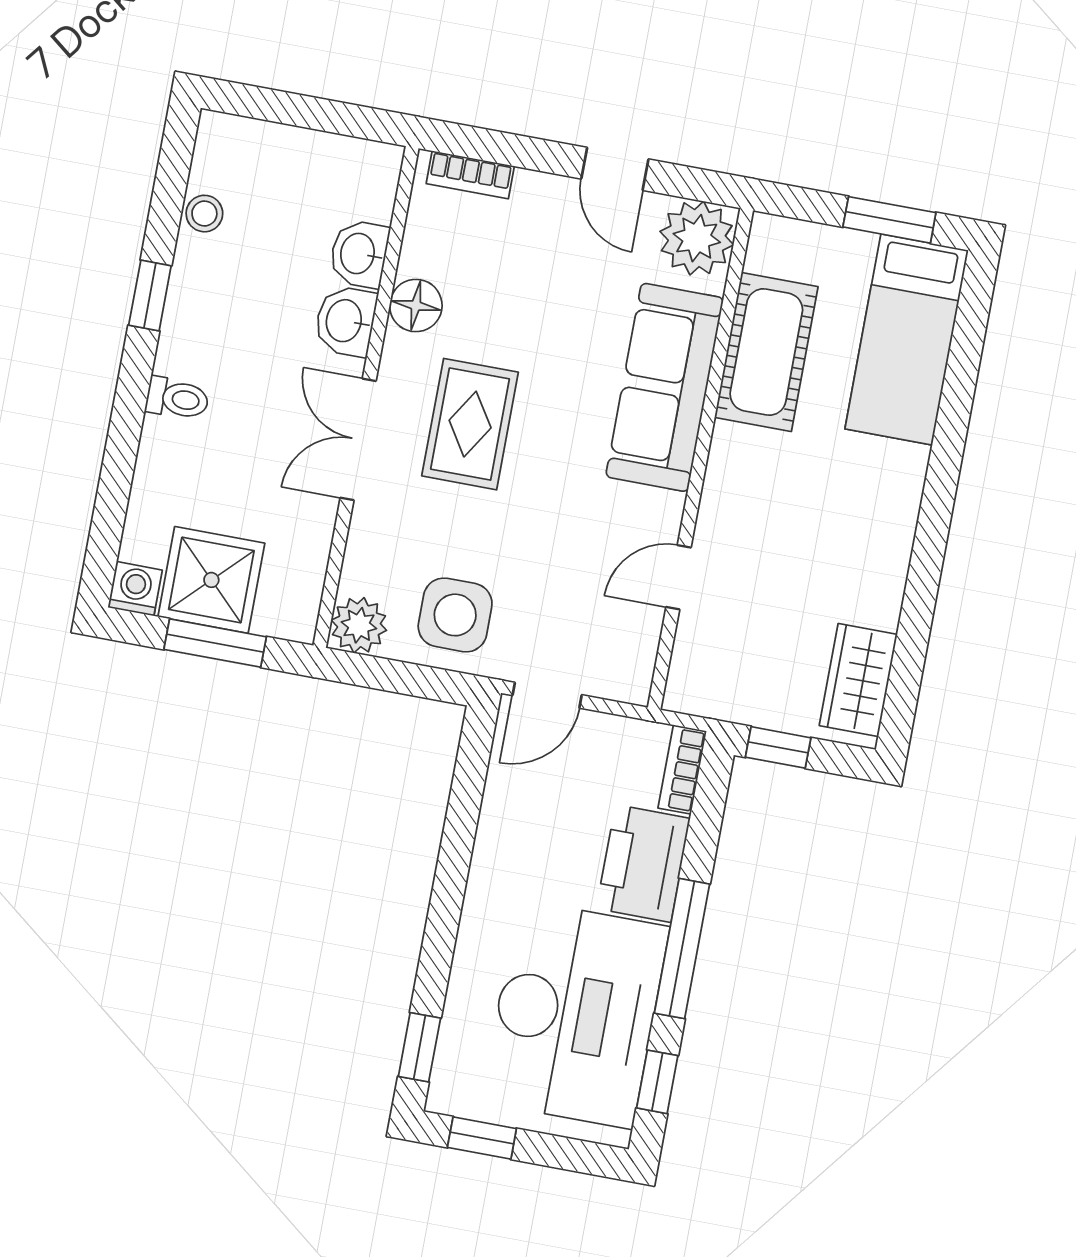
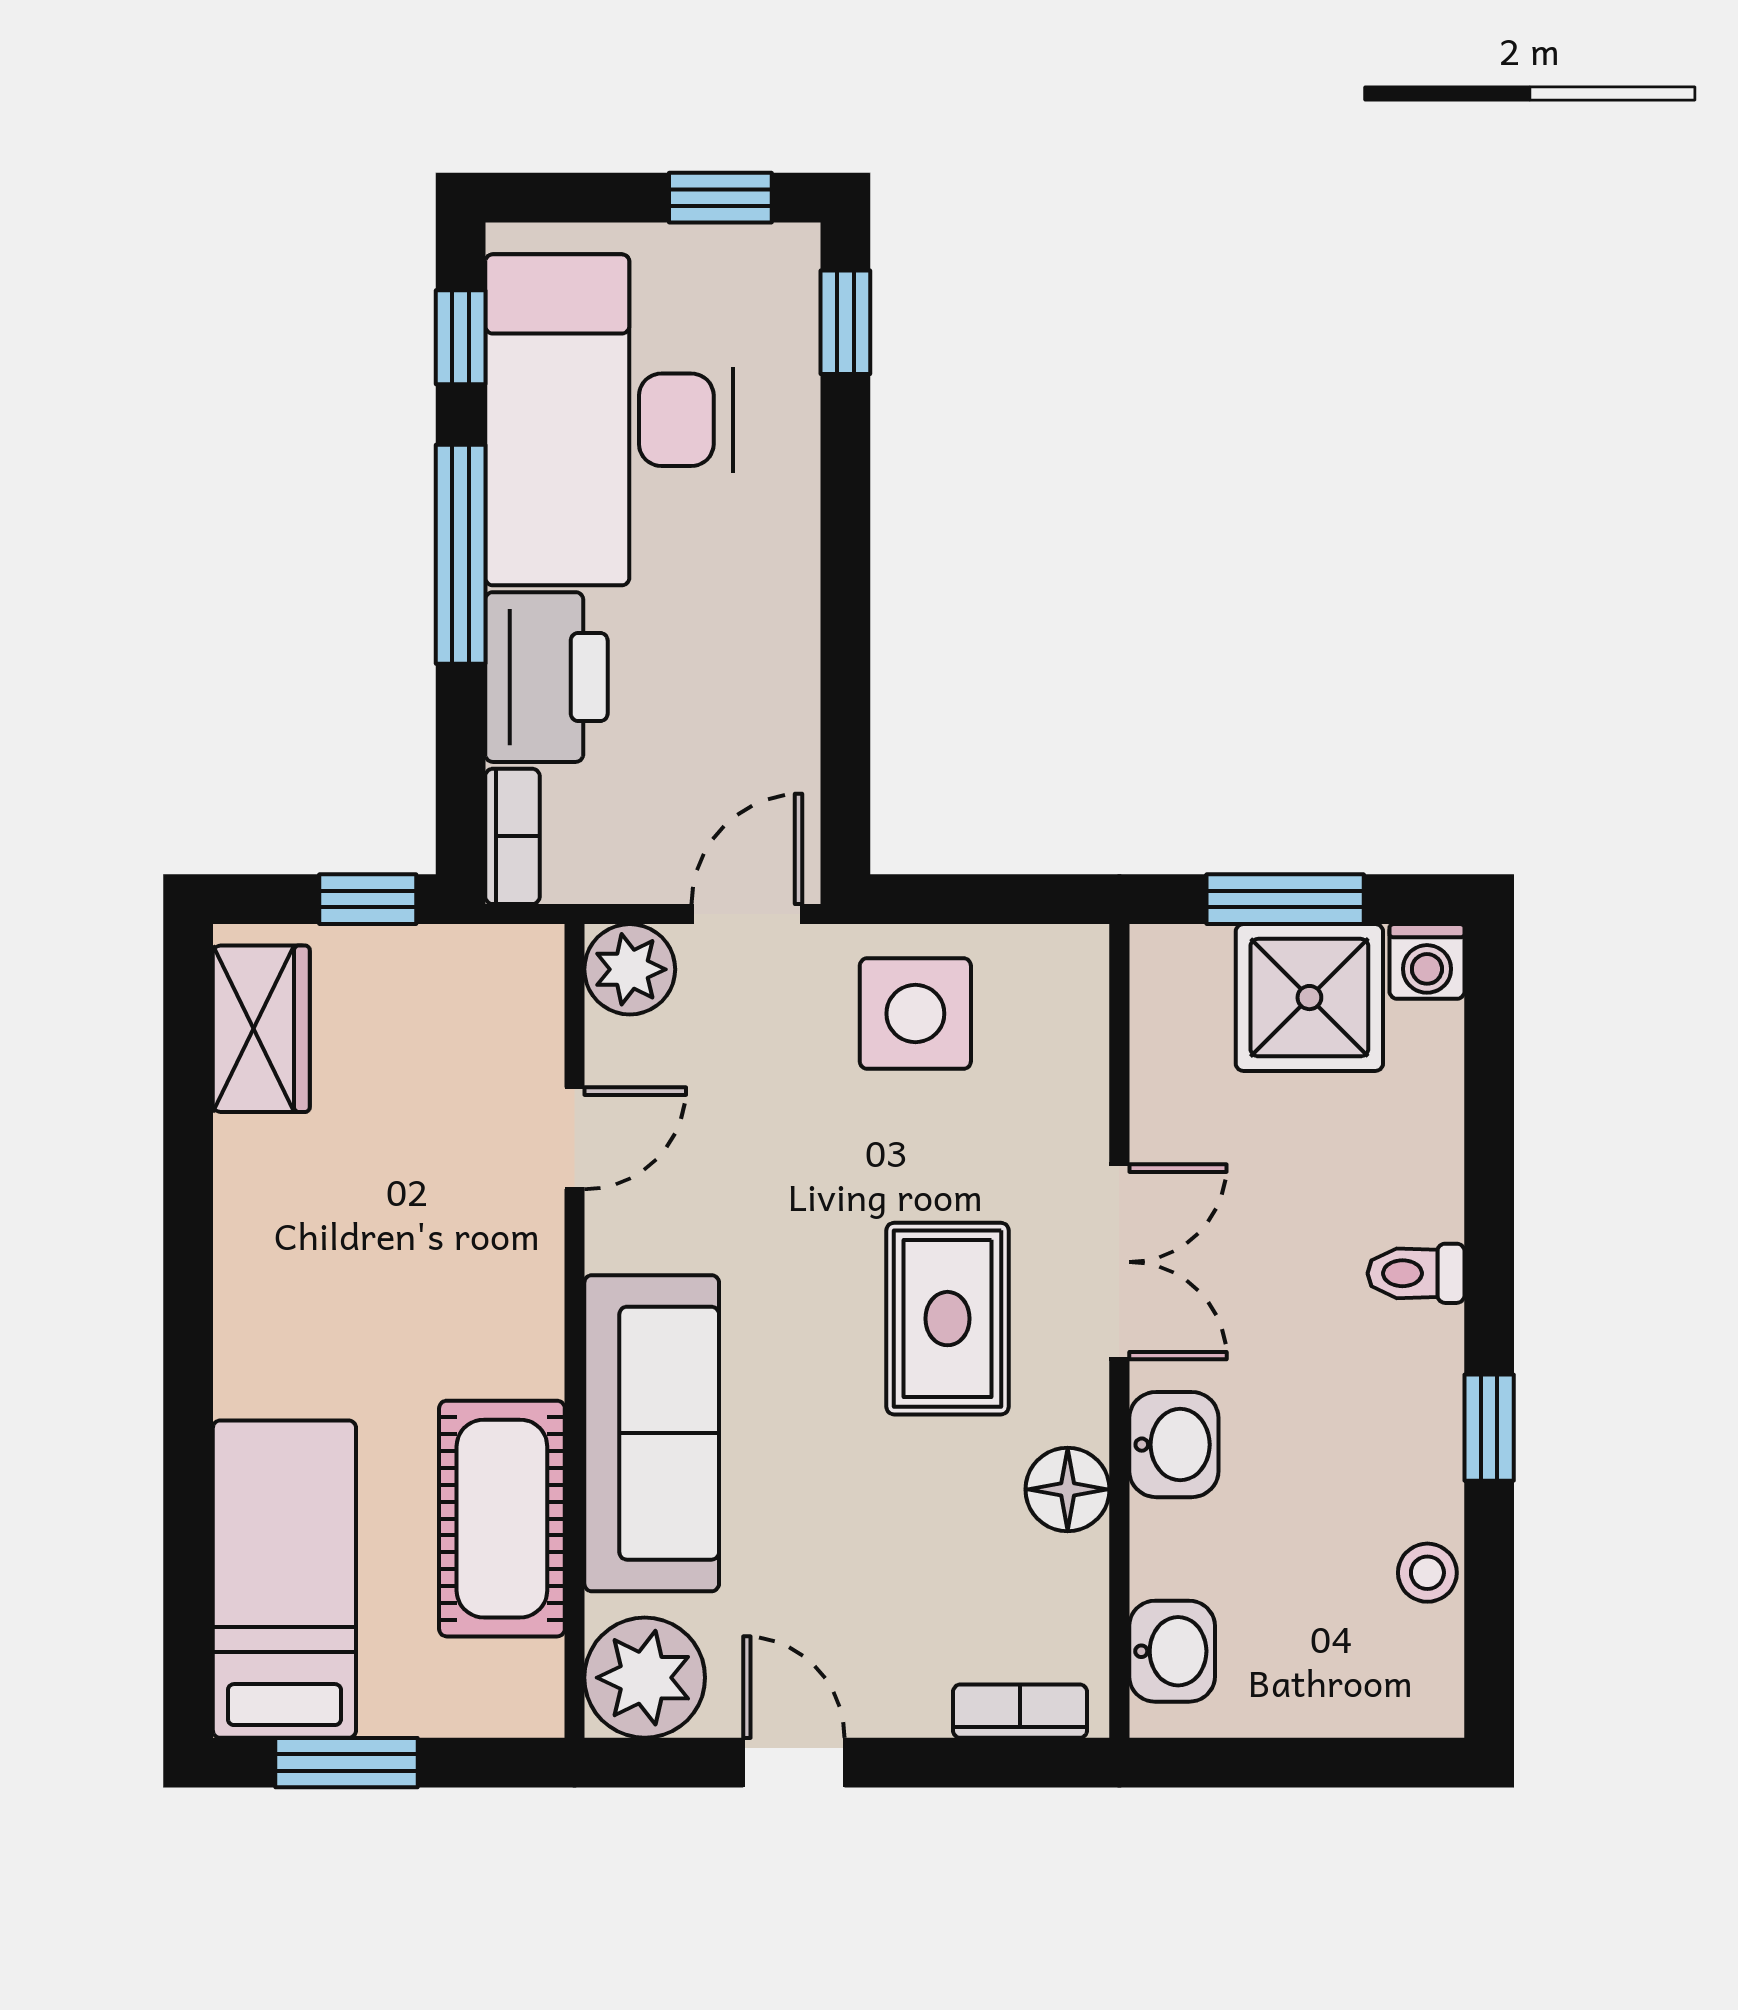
washbasin: (359, 254) -> (1172, 1651), moved
plant: (359, 625) -> (630, 969), moved

